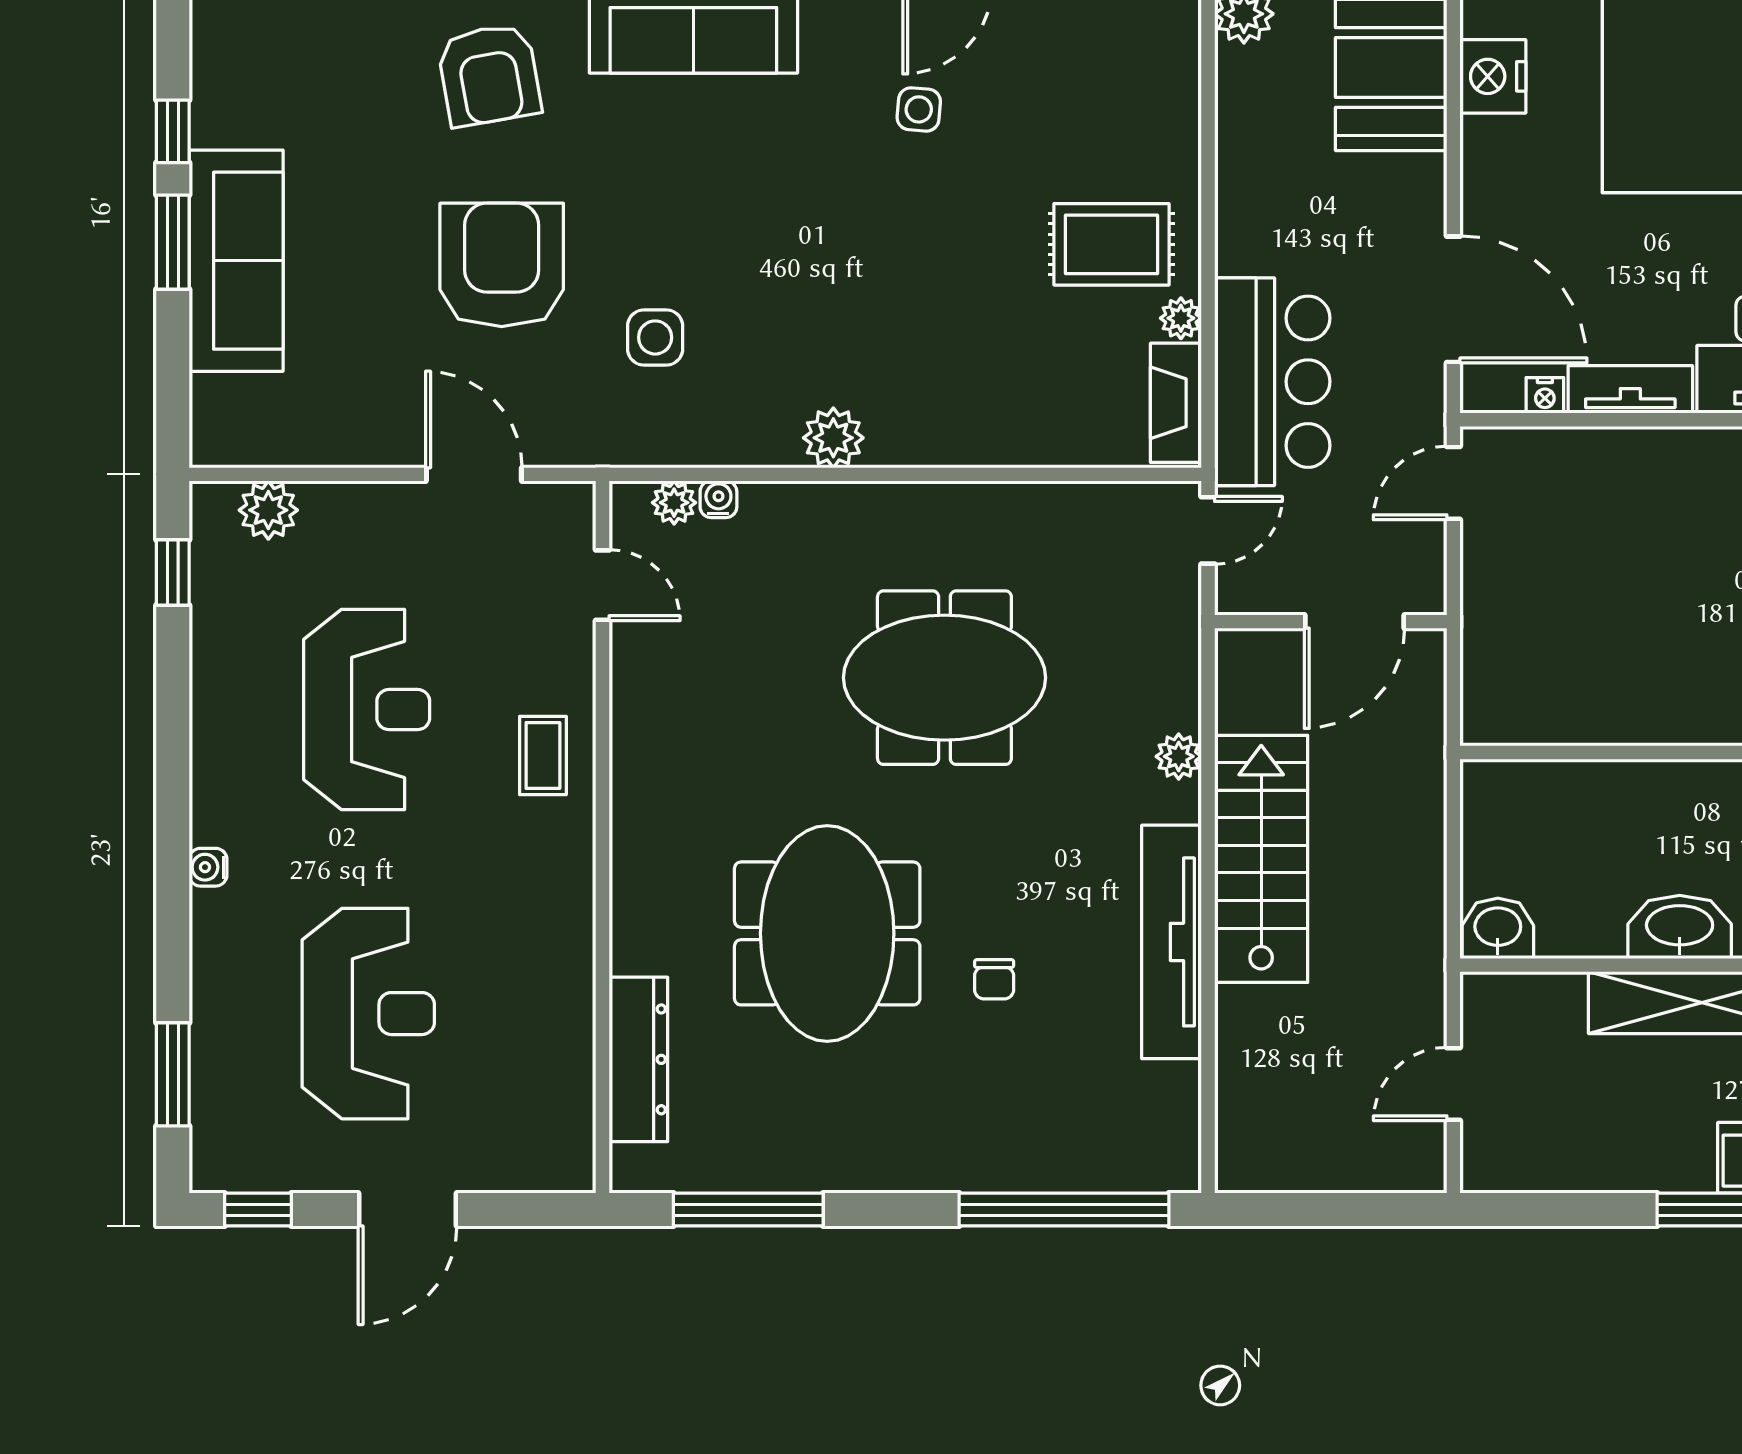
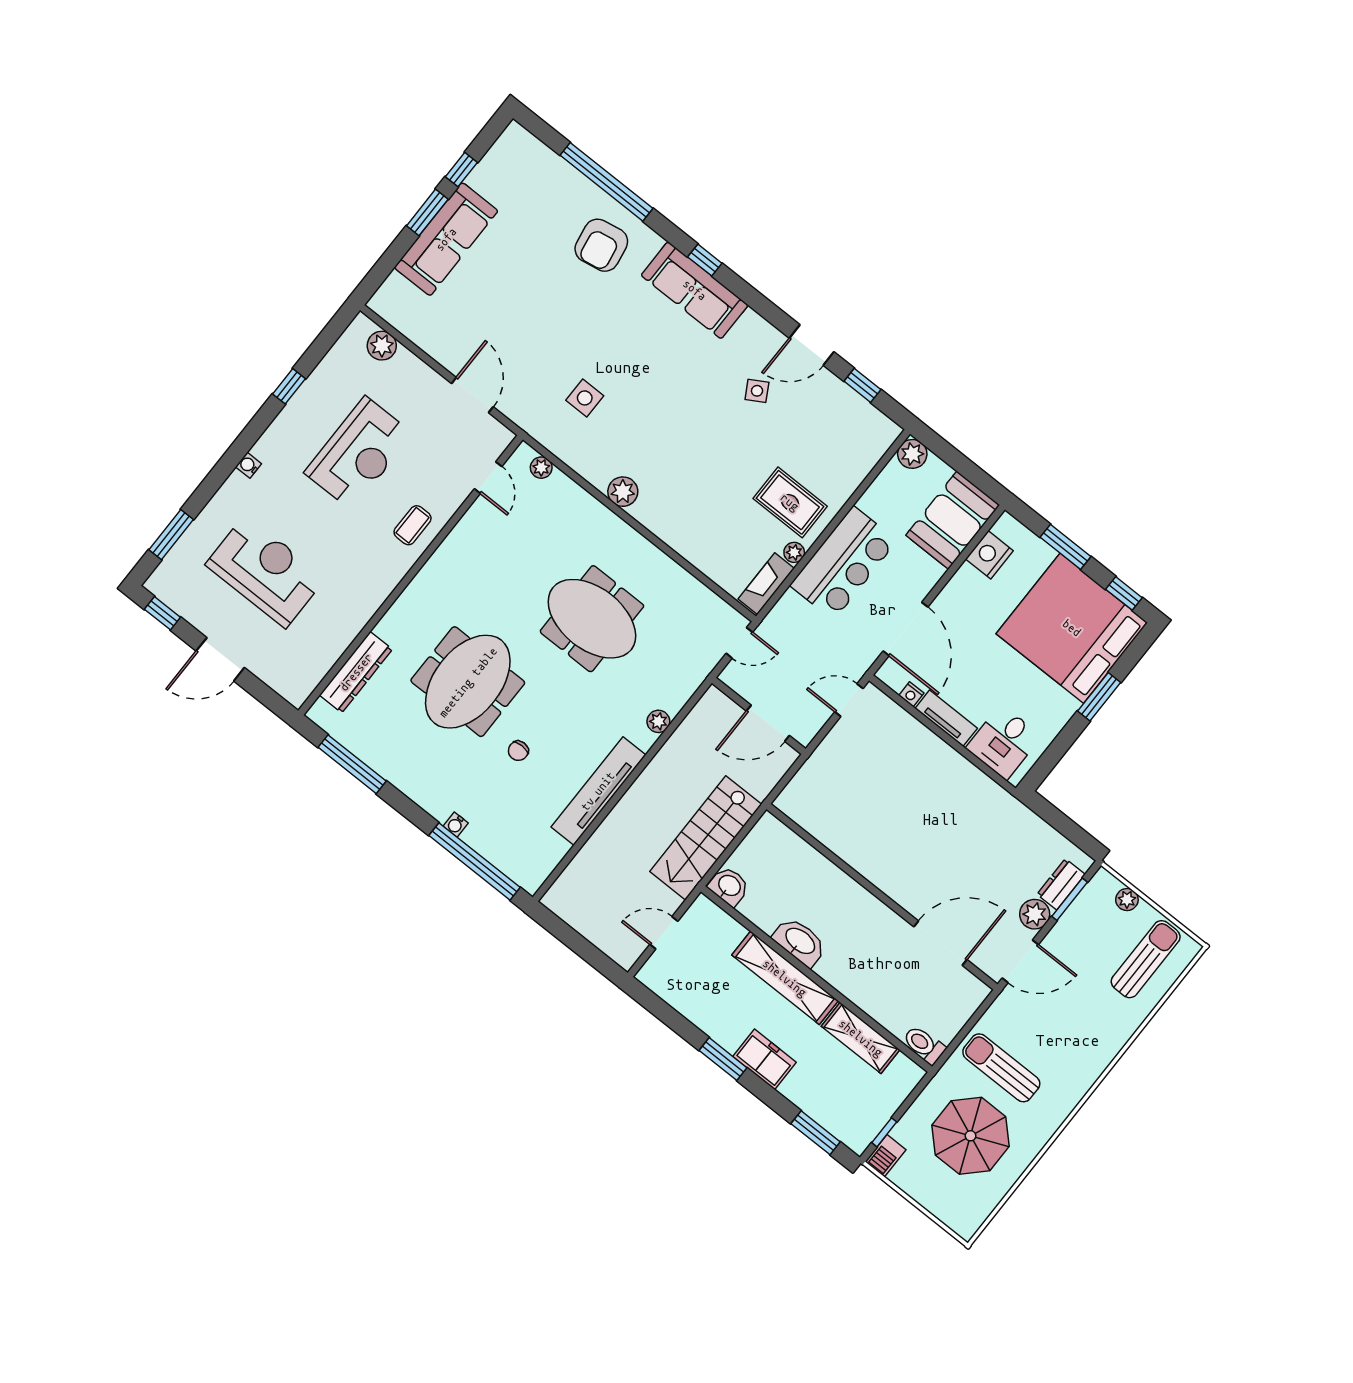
side table: (919, 109) -> (757, 391), turned -35
armchair: (502, 265) -> (548, 323), removed
bar counter: (1272, 382) -> (843, 563), moved
water cooler: (718, 499) -> (456, 825), moved, turned 180
window: (173, 572) -> (289, 386), moved
stairs: (1261, 859) -> (706, 838), moved, turned 180
reception desk: (368, 1014) -> (265, 571), turned -90

